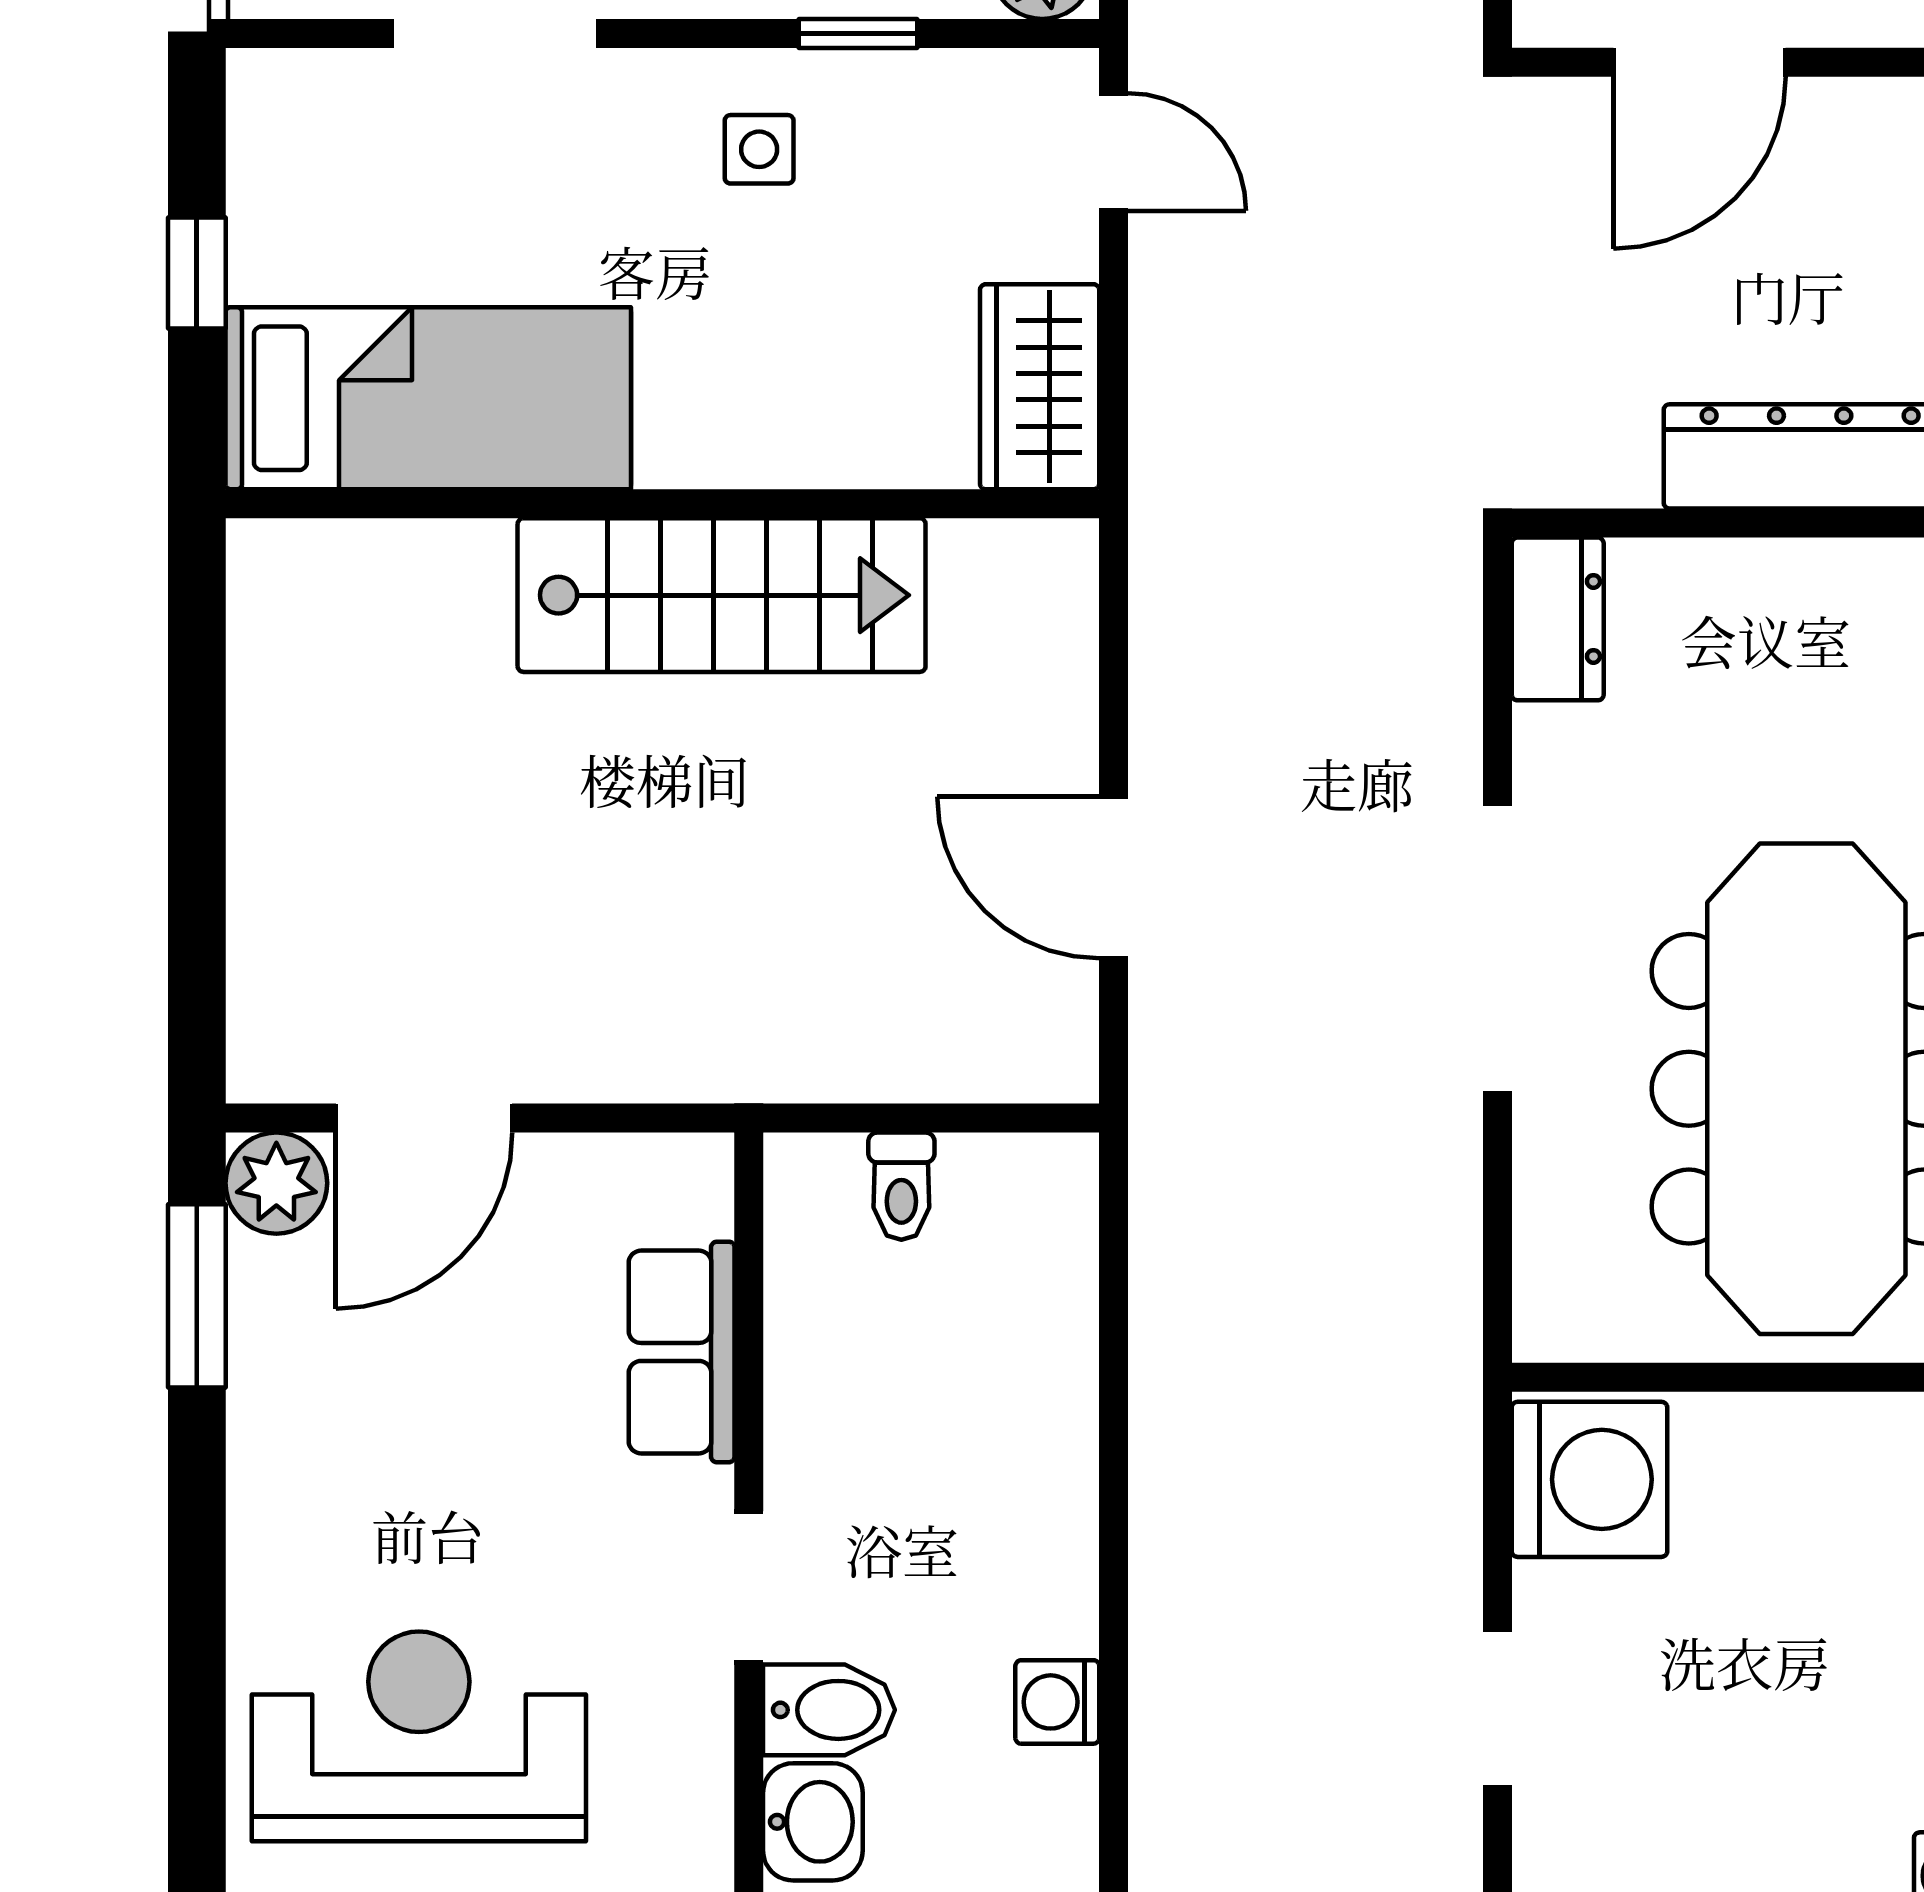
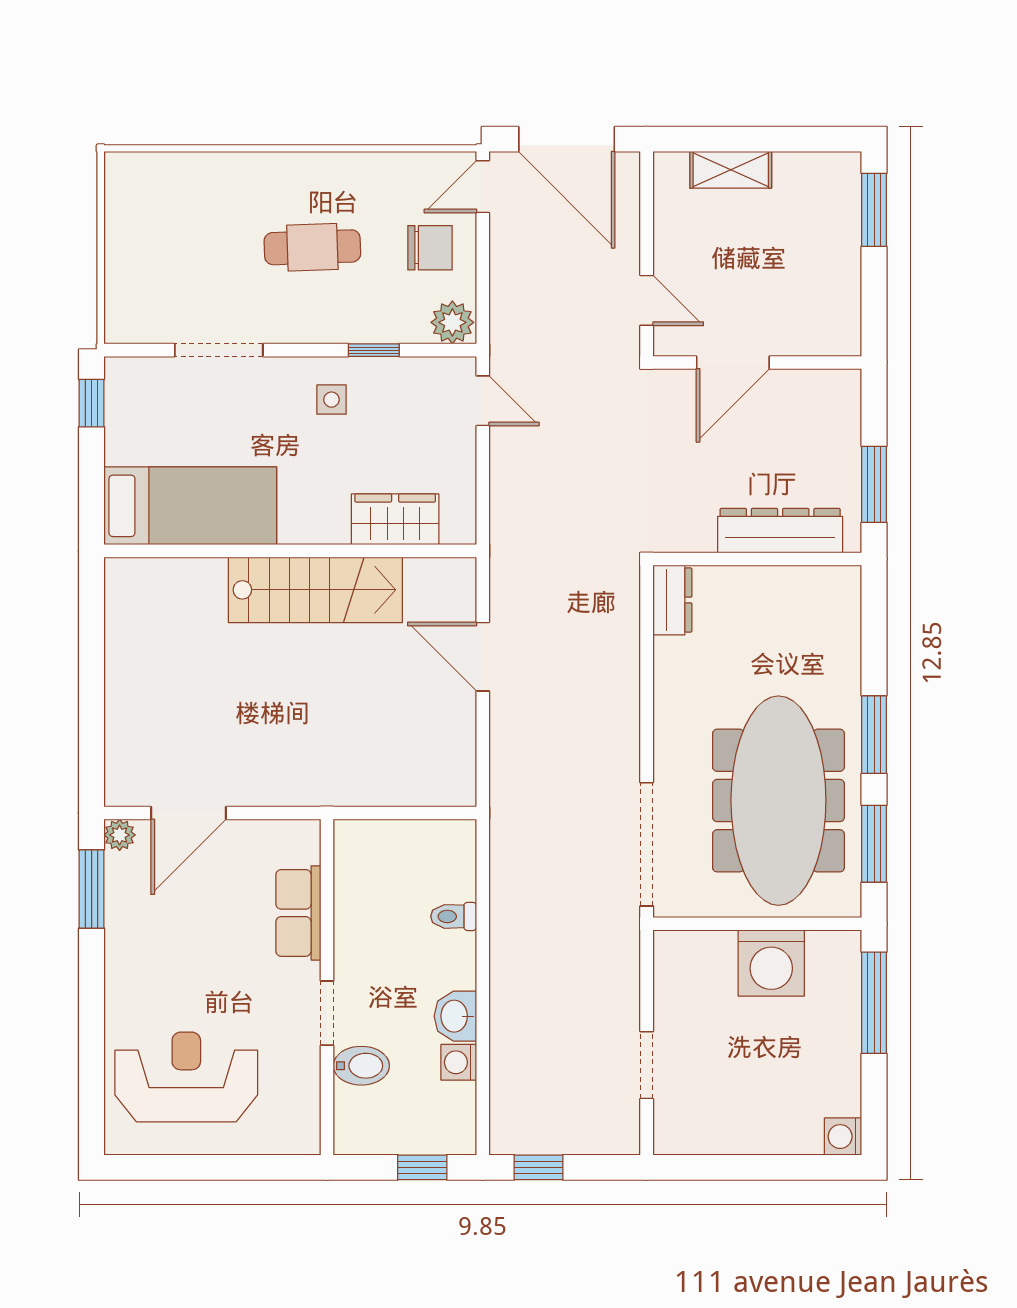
window: (197, 273) -> (92, 403), moved
wardrobe: (1040, 387) -> (395, 519), moved, turned 90
door: (1114, 878) -> (483, 657), moved
doorway: (1497, 949) -> (647, 844), moved
plant: (276, 1183) -> (120, 835), width x0.73, depth x0.73
toilet: (901, 1186) -> (454, 916), moved, turned 90
washing machine: (1589, 1479) -> (771, 963), moved, turned 90
washbasin: (813, 1822) -> (455, 1016), moved, turned 180

